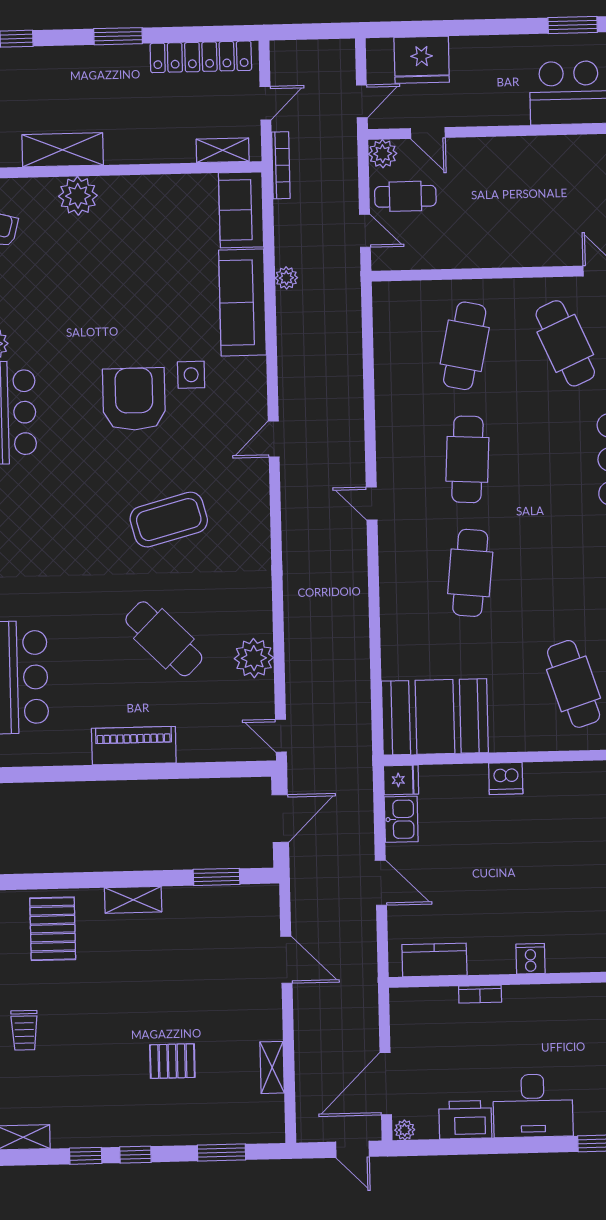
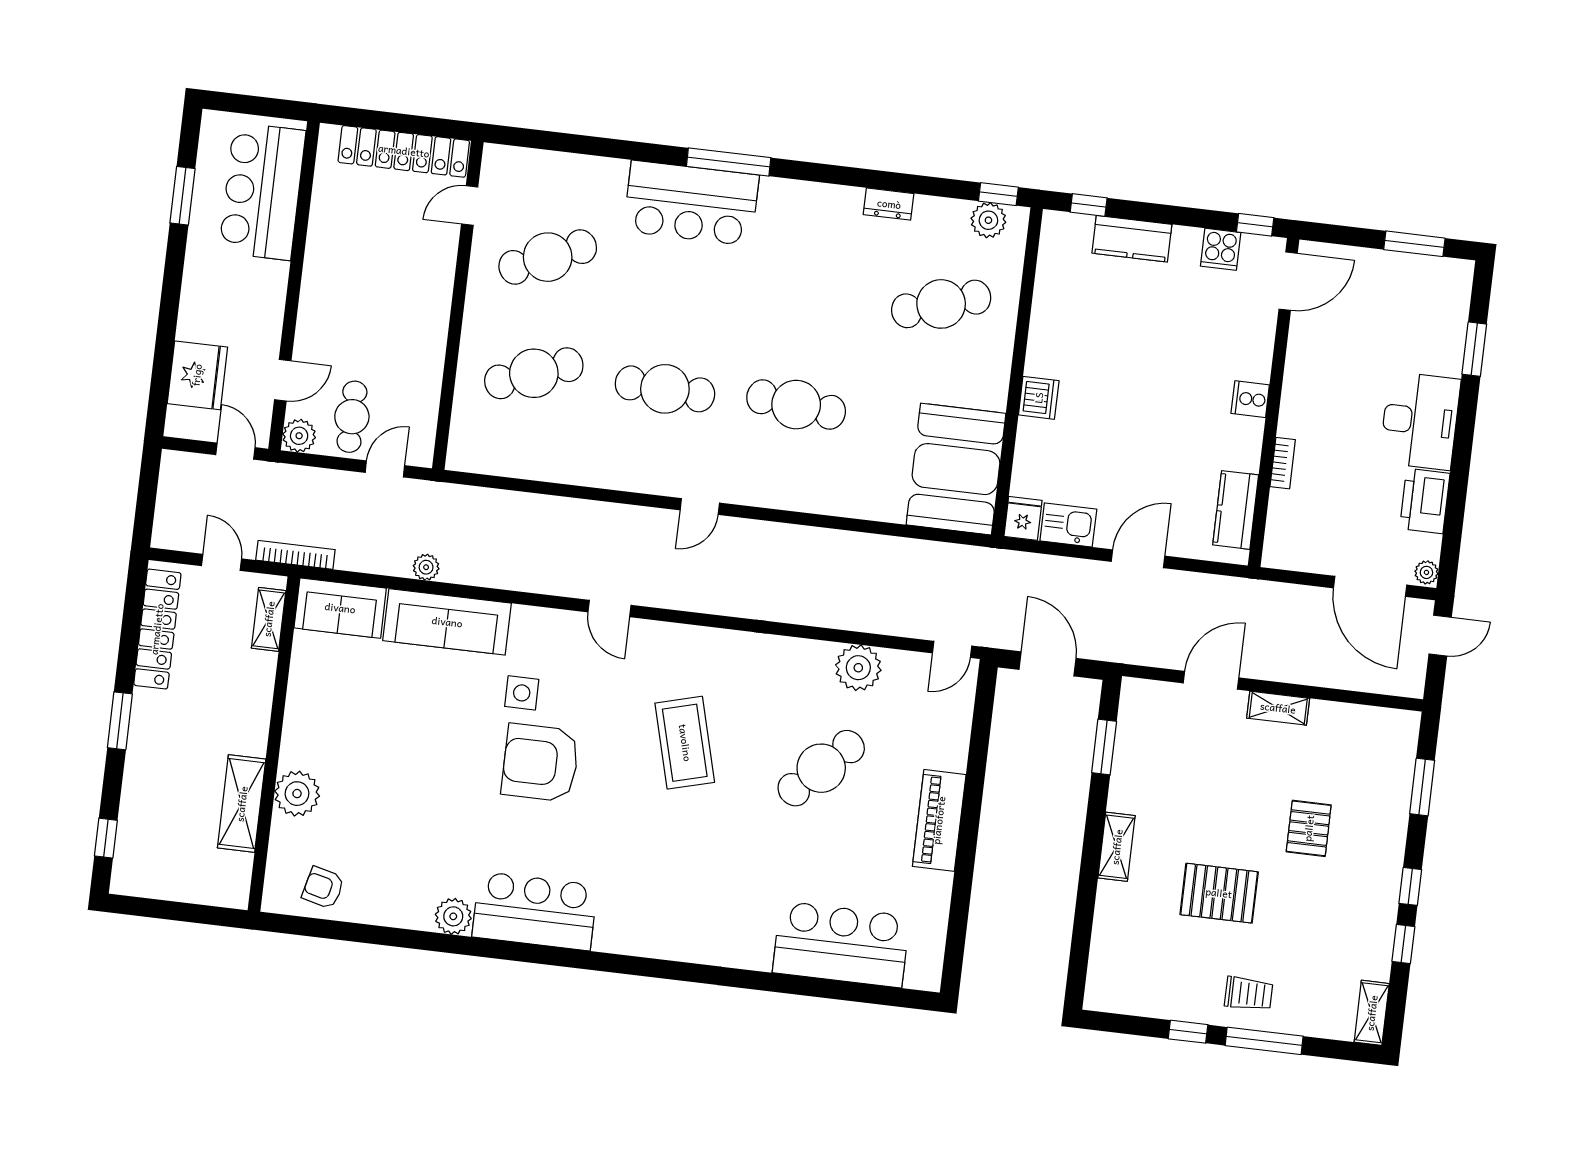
cafe table: (465, 346) -> (534, 373), turned -33
pallet: (53, 929) -> (1219, 893), moved
shelving: (272, 1067) -> (1278, 708), moved

